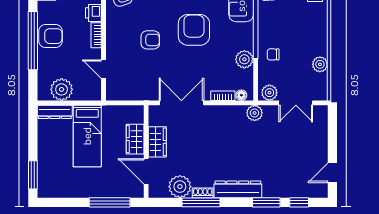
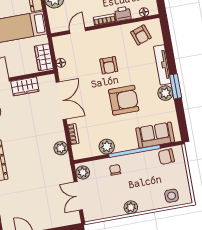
plant: (320, 64) -> (131, 207), moved
floor lamp: (241, 95) -> (61, 63), moved
plant: (255, 113) -> (61, 148), moved
wardrobe: (135, 139) -> (44, 57), moved, turned -90

